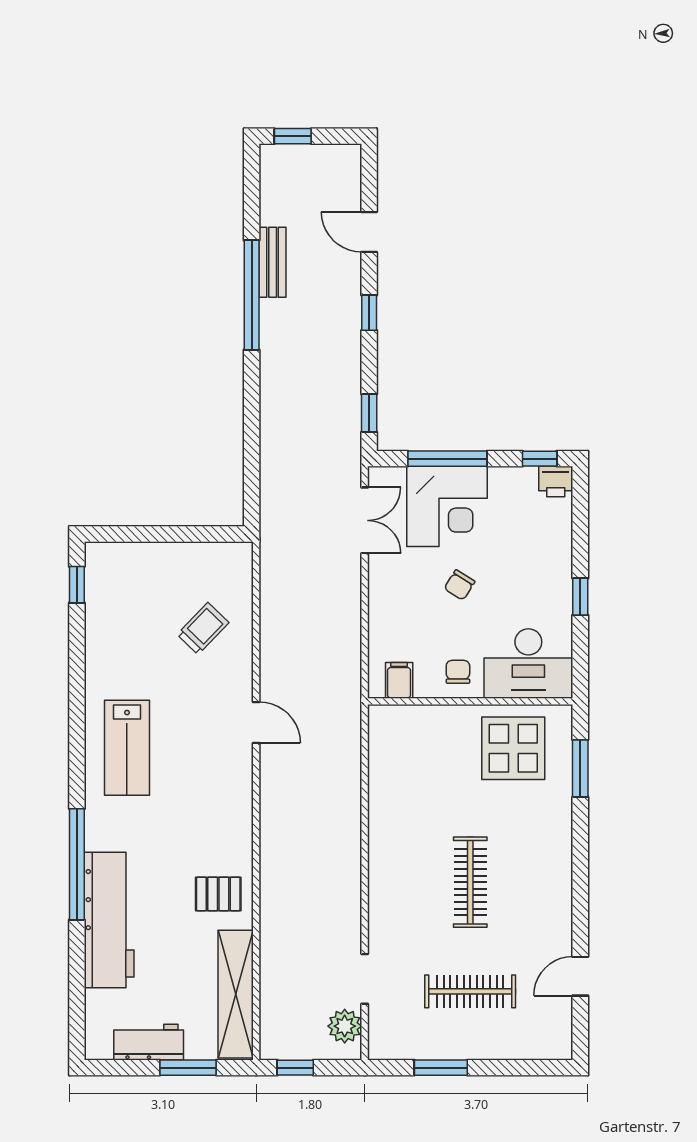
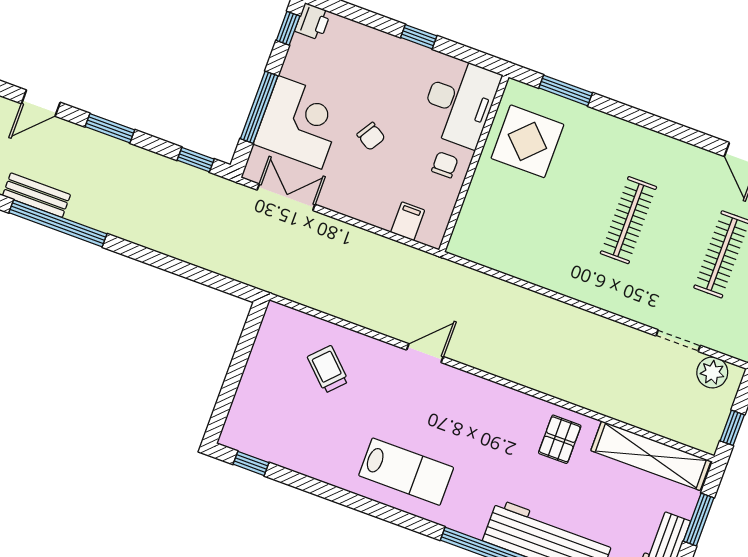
window: (369, 313) -> (110, 128), width x1.50
chair: (458, 672) -> (445, 165), turned 90
filing cabinet: (399, 680) -> (408, 221), moved, turned 90
clothes rail: (470, 882) -> (628, 220), turned 90

